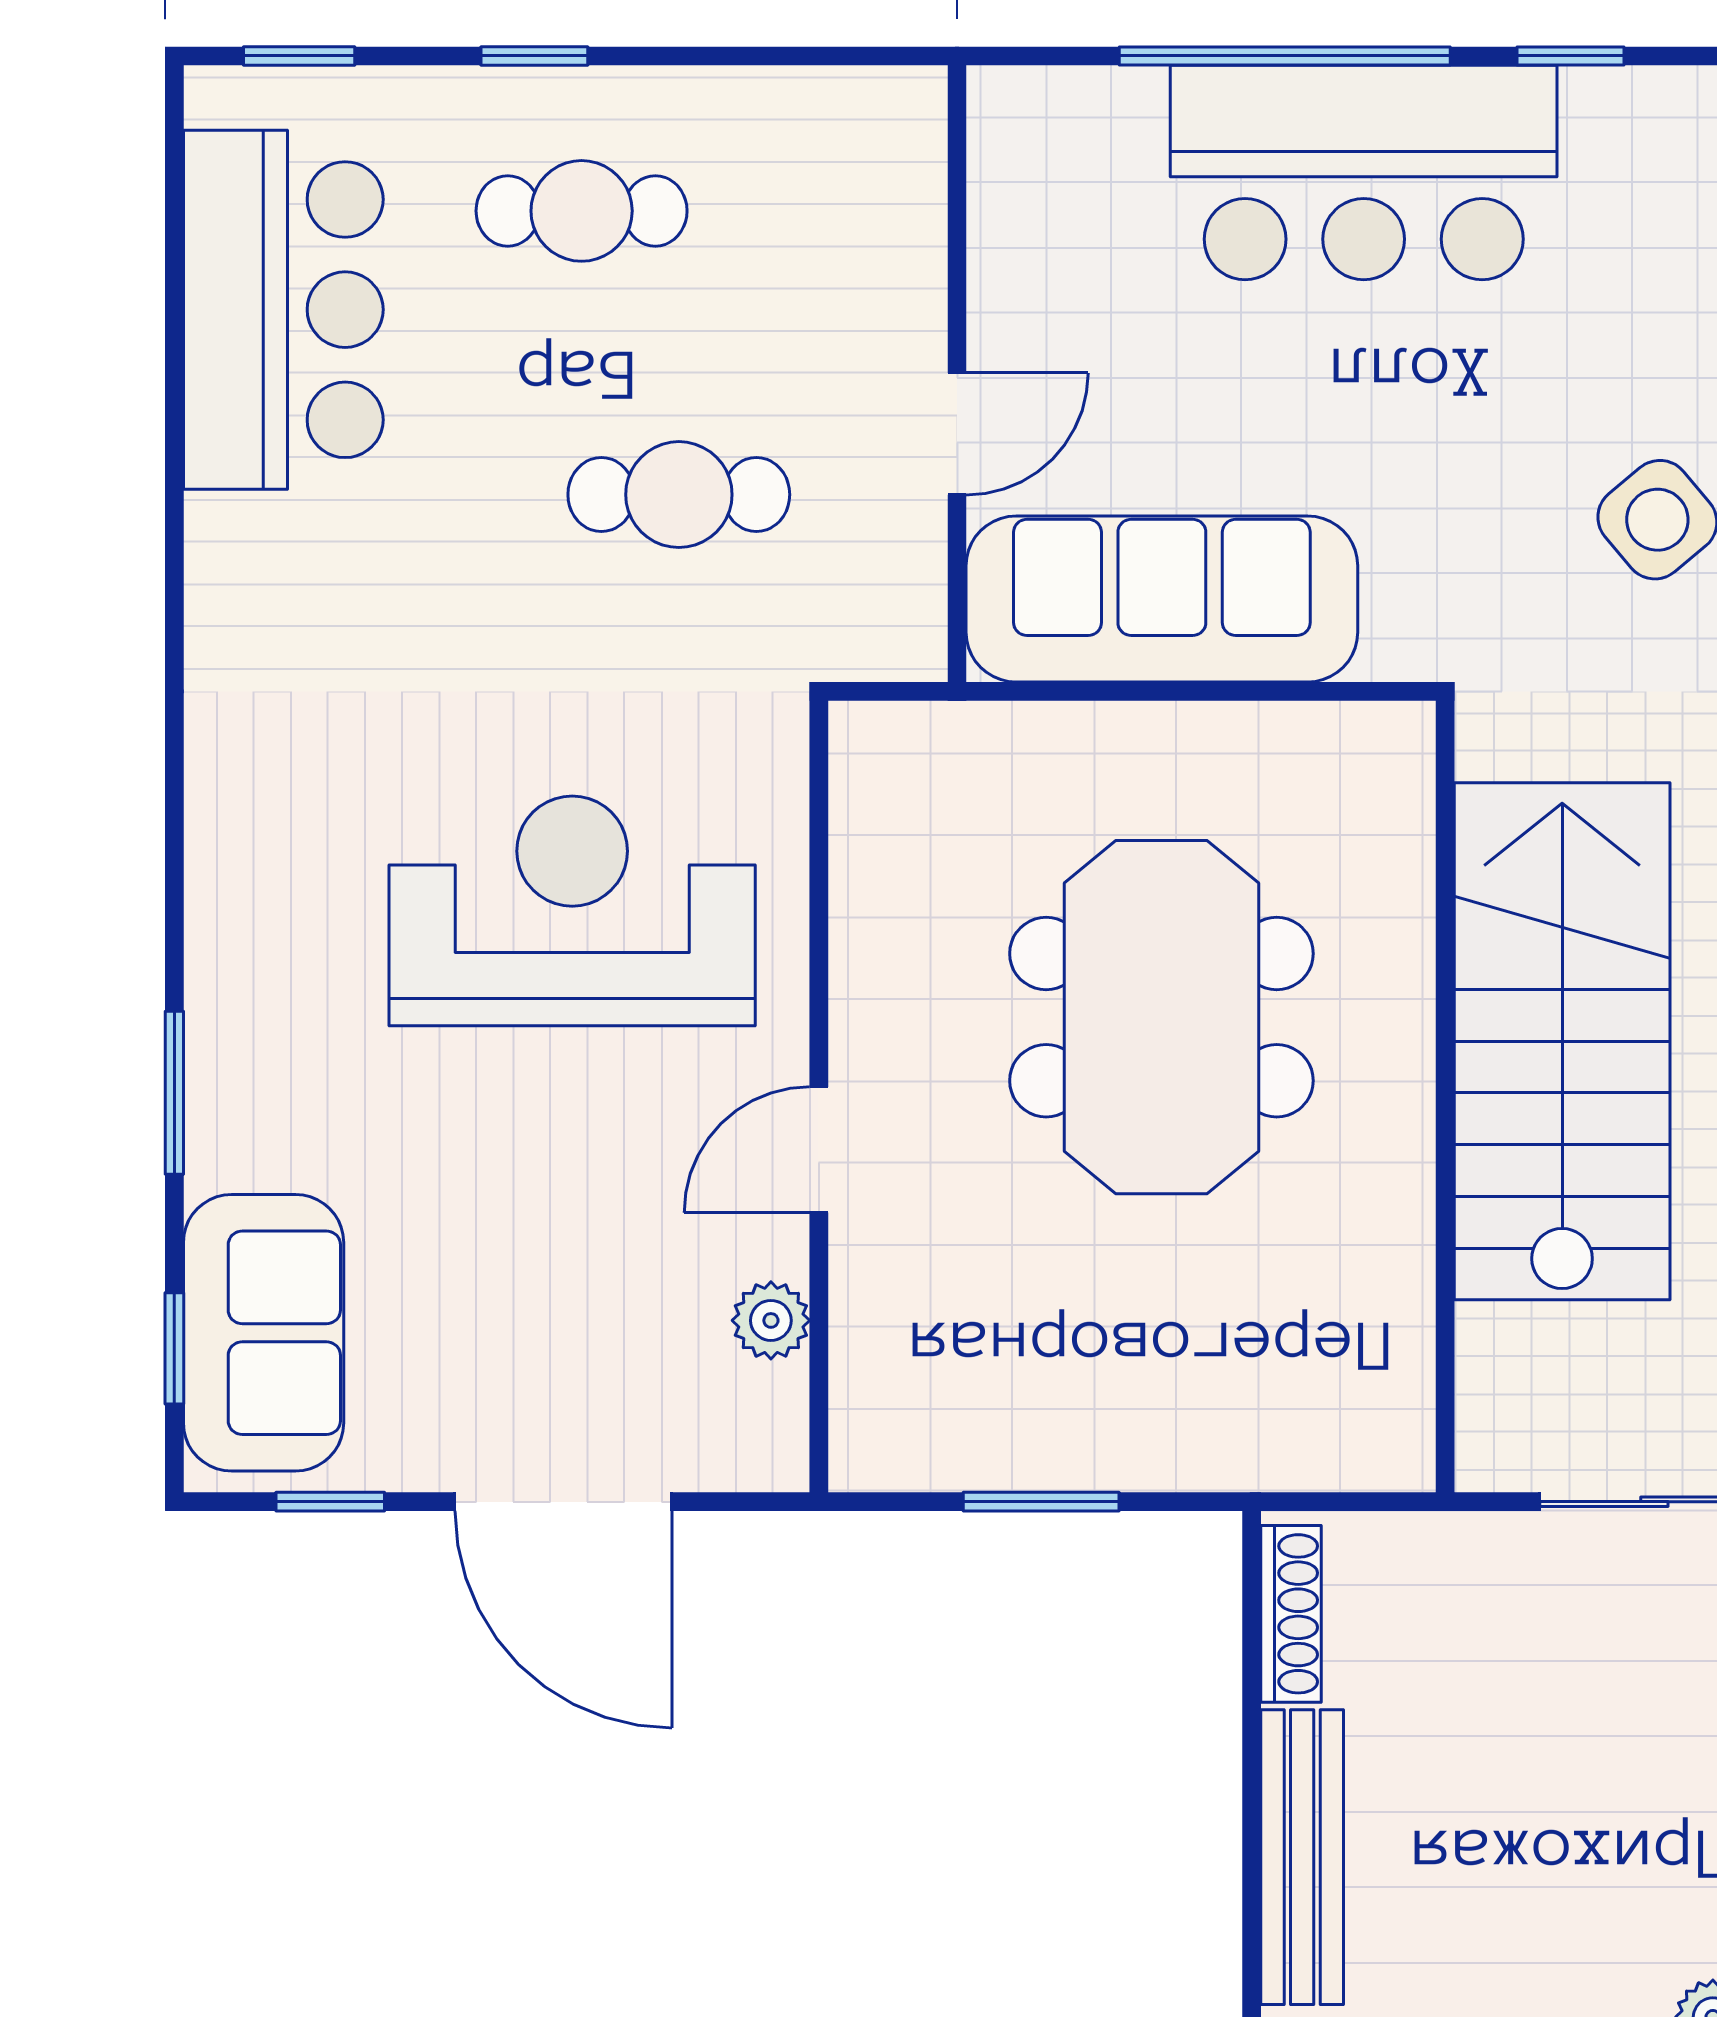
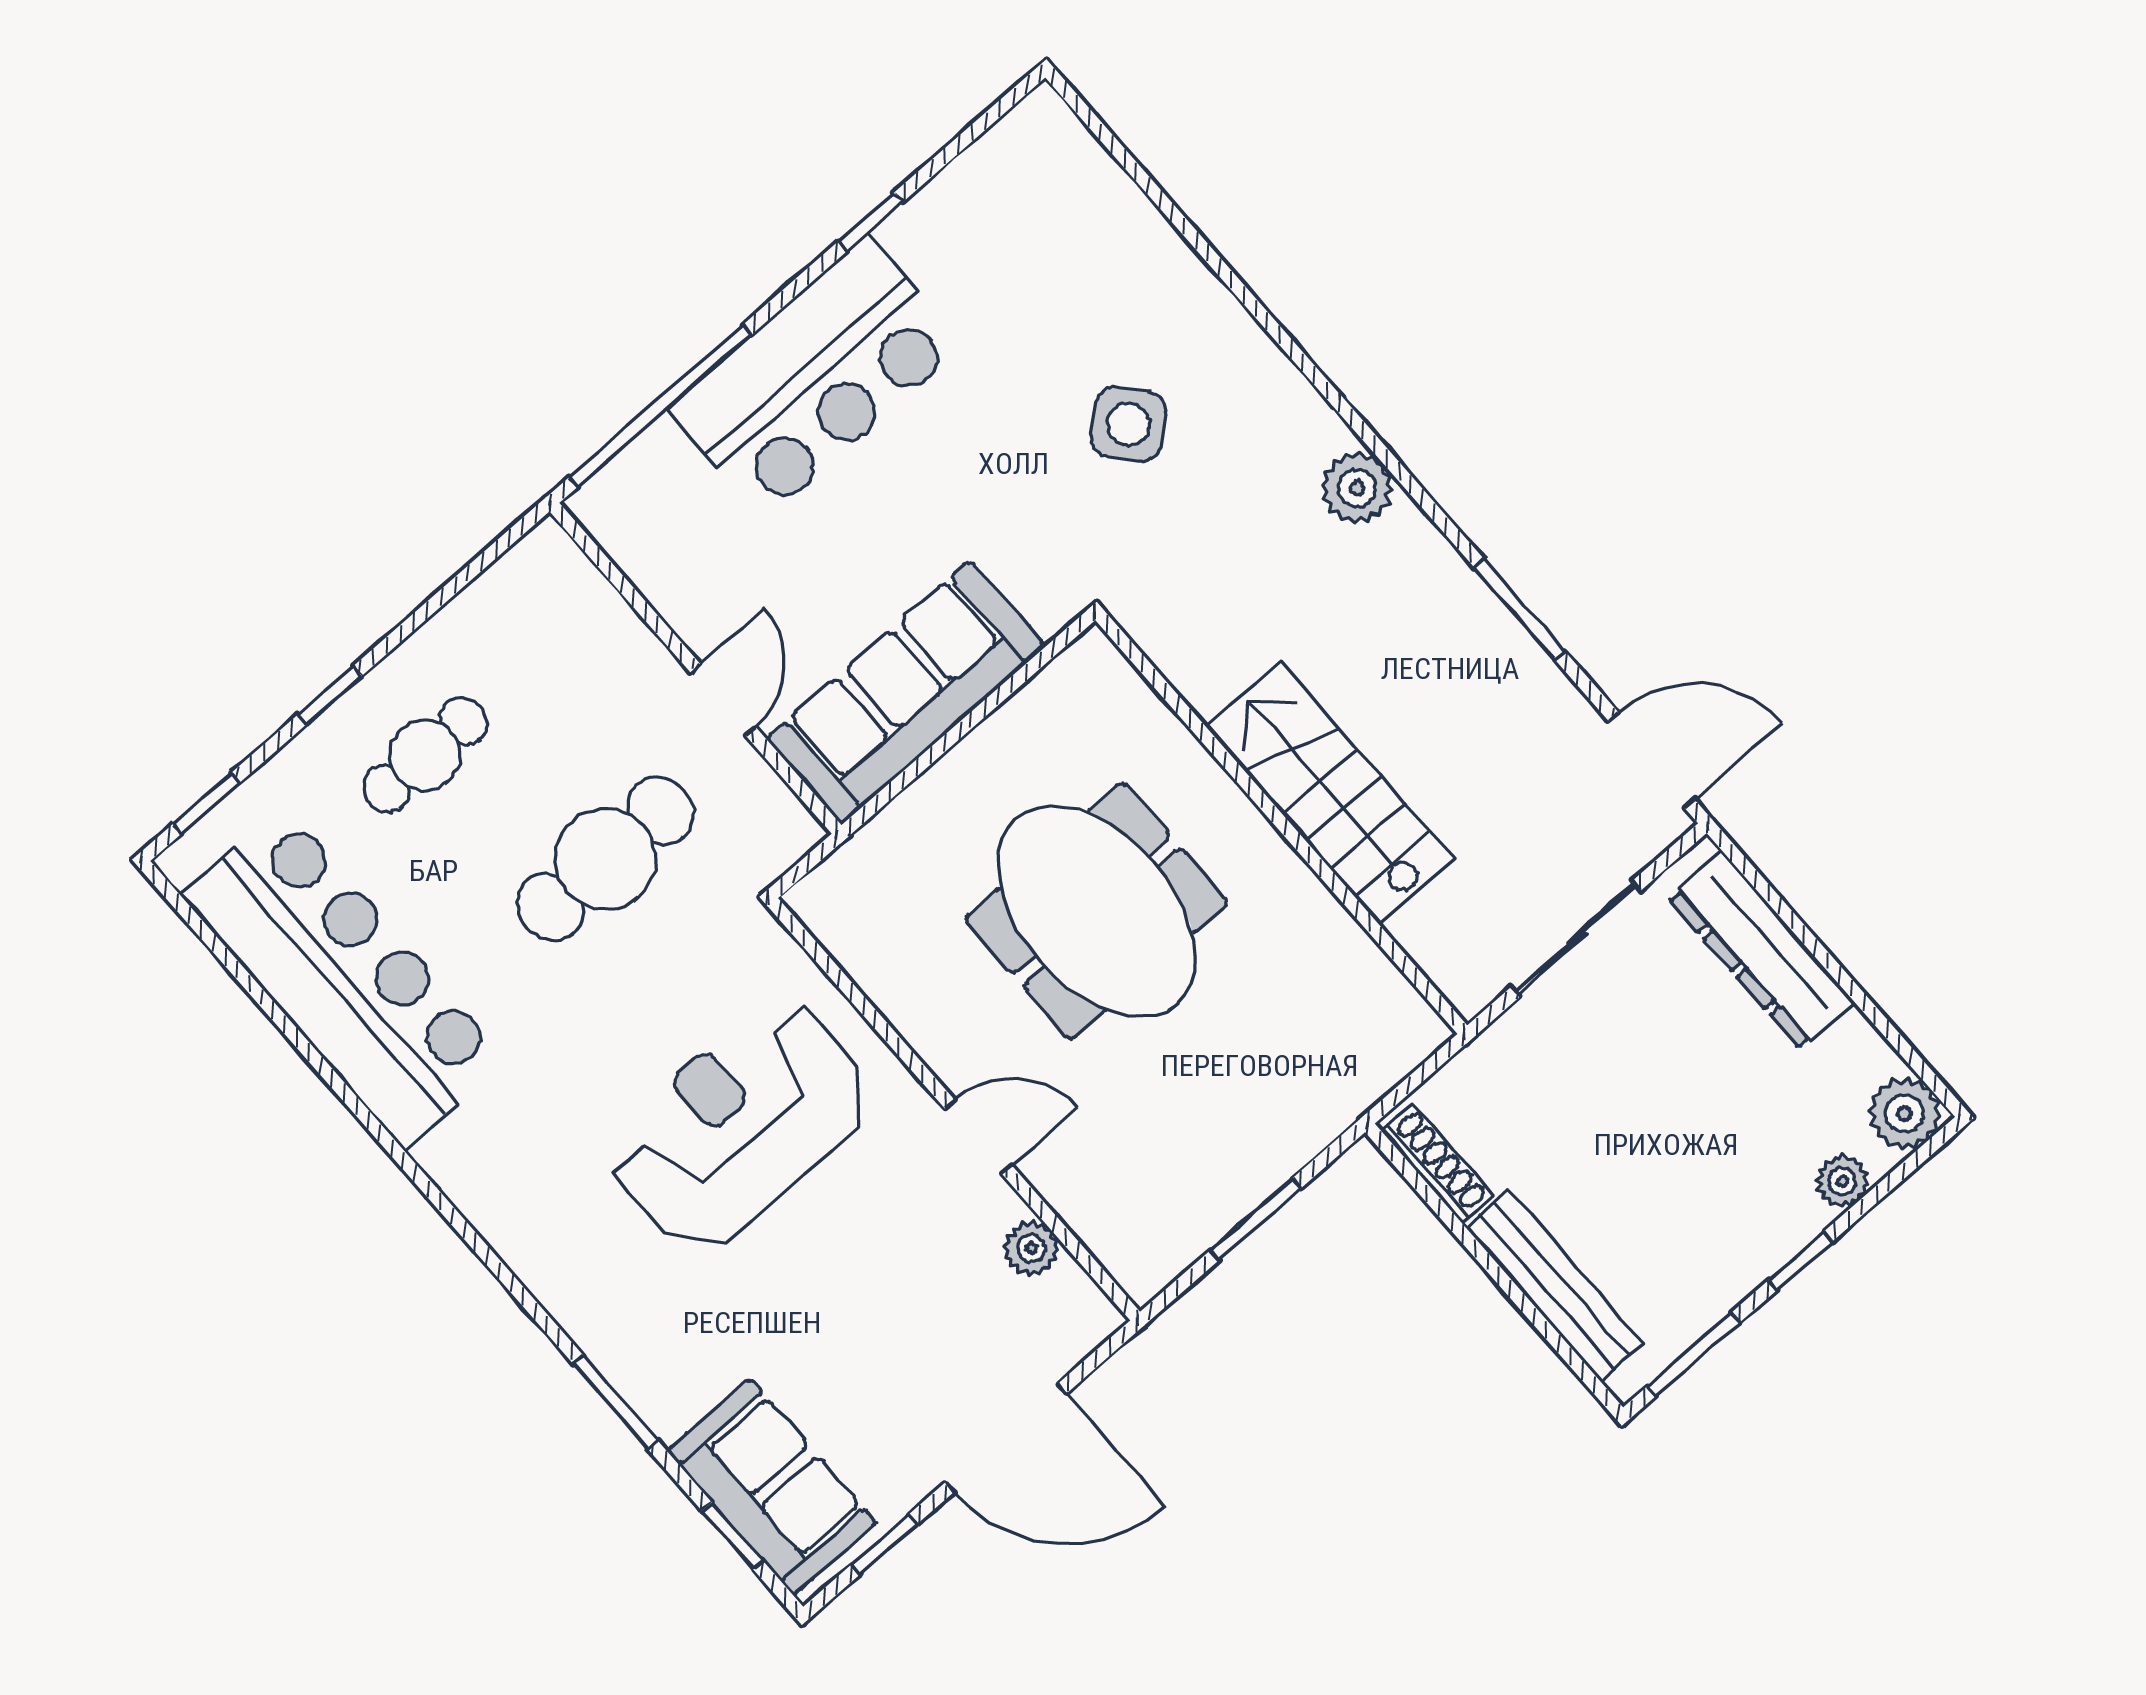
window: (1285, 56) -> (660, 406), moved
bar counter: (283, 310) -> (344, 977), width x1.36
cafe table: (679, 495) -> (605, 859), width x1.37, depth x1.35
stairs: (1562, 1041) -> (1330, 793), width x0.73, depth x0.66
door: (819, 1150) -> (978, 1137), swing flipped

